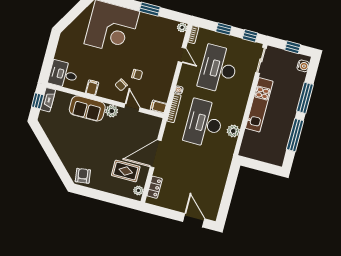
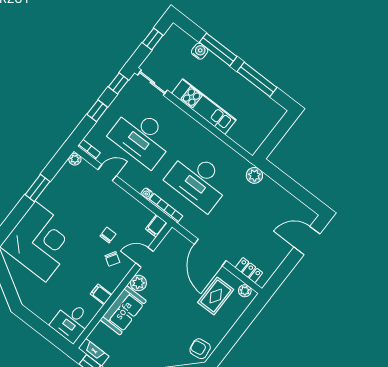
water cooler: (303, 66) -> (200, 51), moved
plant: (233, 131) -> (254, 175), moved

